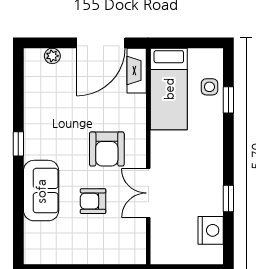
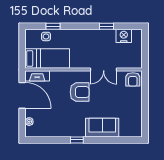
armchair: (93, 201) -> (133, 79), moved

